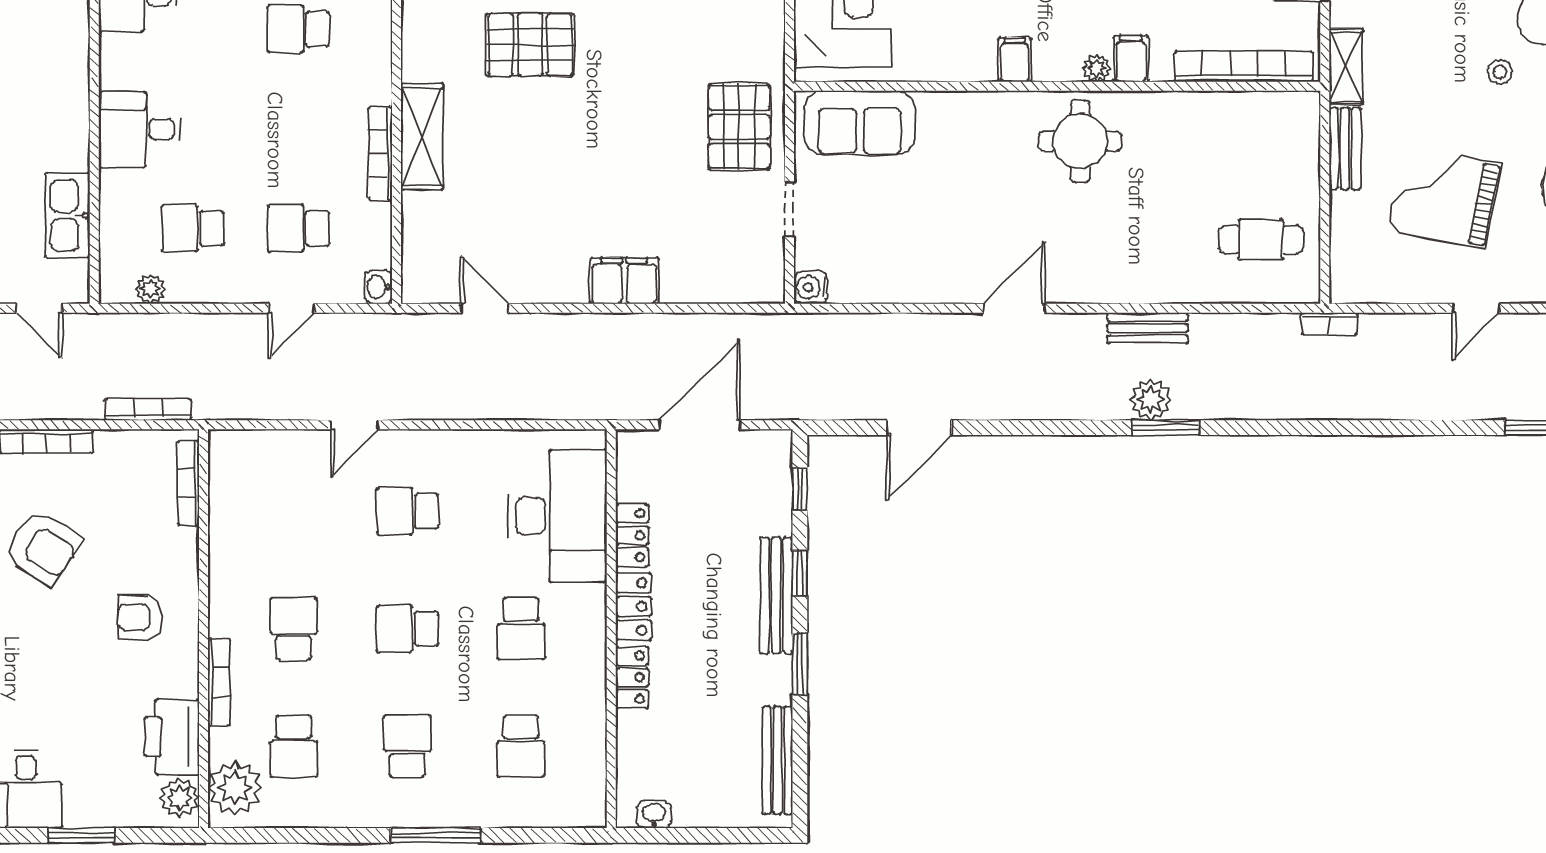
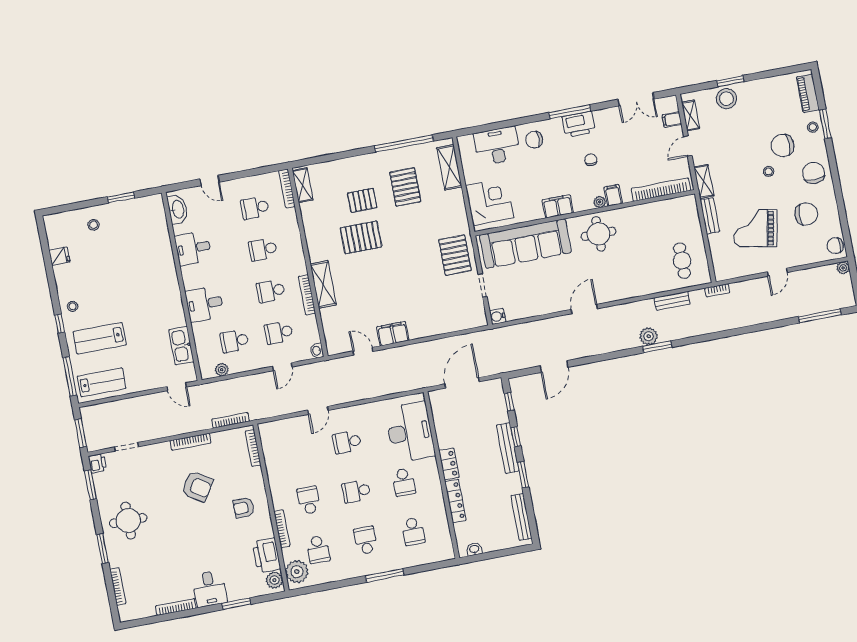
filing cabinet: (1015, 60) -> (558, 206), width x2.00
sofa: (860, 123) -> (525, 244), width x1.85, depth x1.27
school desk: (298, 129) -> (271, 291), added
cafe table: (1261, 240) -> (682, 261), turned 90
filing cabinet: (624, 281) -> (393, 334), moved
bench: (1147, 328) -> (672, 301), moved
locker: (632, 535) -> (443, 434), removed
locker: (632, 677) -> (455, 501), width x1.53

